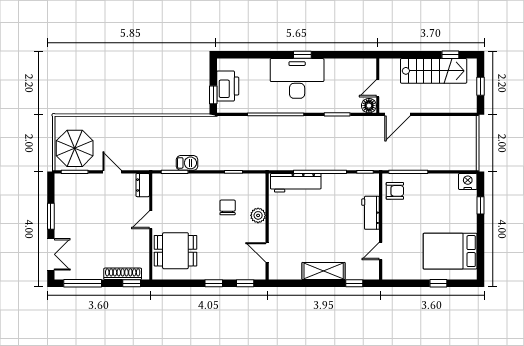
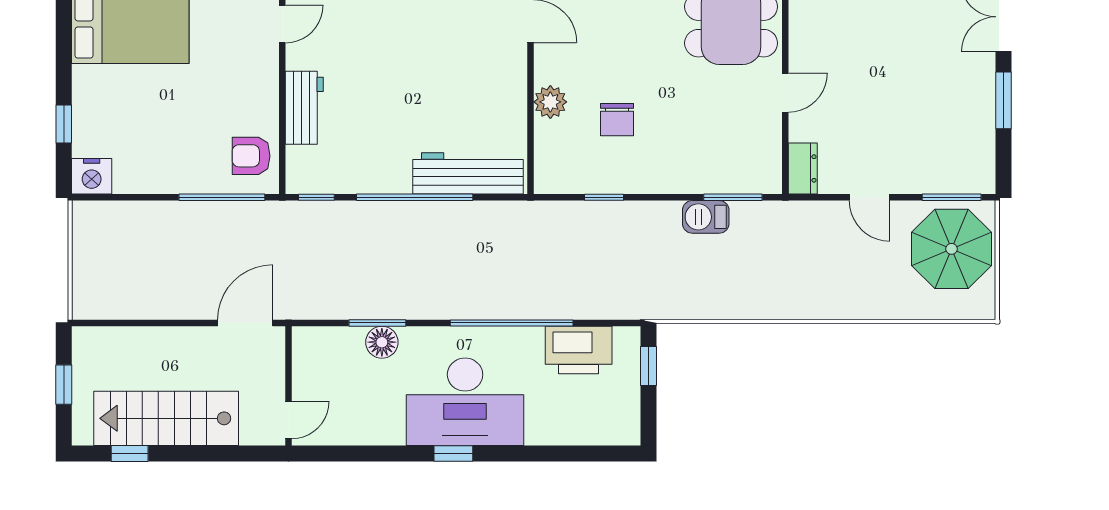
printer: (228, 86) -> (579, 350), moved, turned -90
door: (378, 88) -> (289, 420), moved
floor lamp: (369, 106) -> (382, 342), moved

